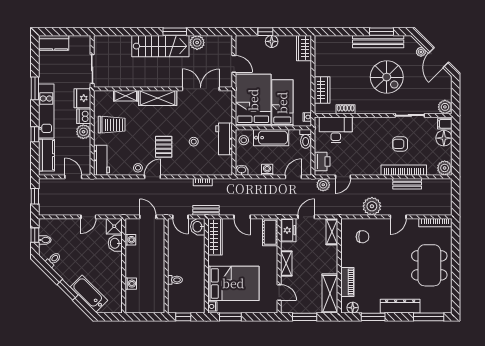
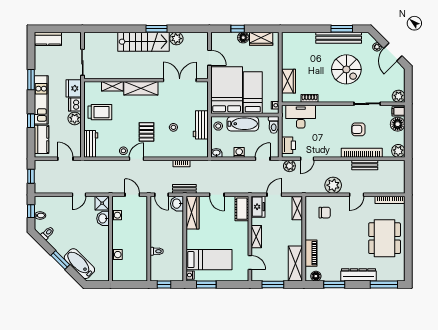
wardrobe: (304, 48) -> (261, 39), moved, turned -90
bed: (233, 283) -> (209, 260), width x0.67

